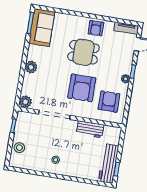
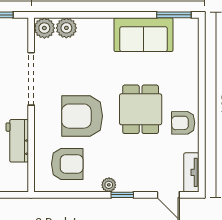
sofa: (42, 28) -> (144, 35), moved
plant: (31, 67) -> (66, 28), moved

